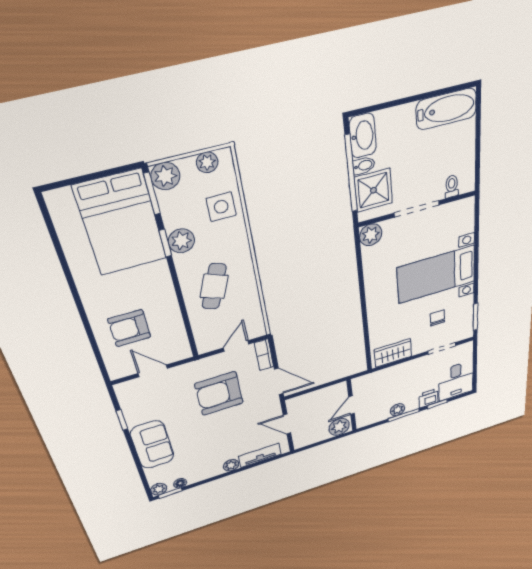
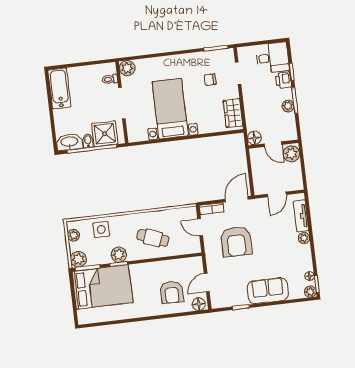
plant: (371, 235) -> (127, 68), moved
bed with nightstands: (436, 275) -> (170, 109), moved, turned 180
floor lamp: (117, 368) -> (199, 304), added
floor lamp: (360, 384) -> (254, 138), added

